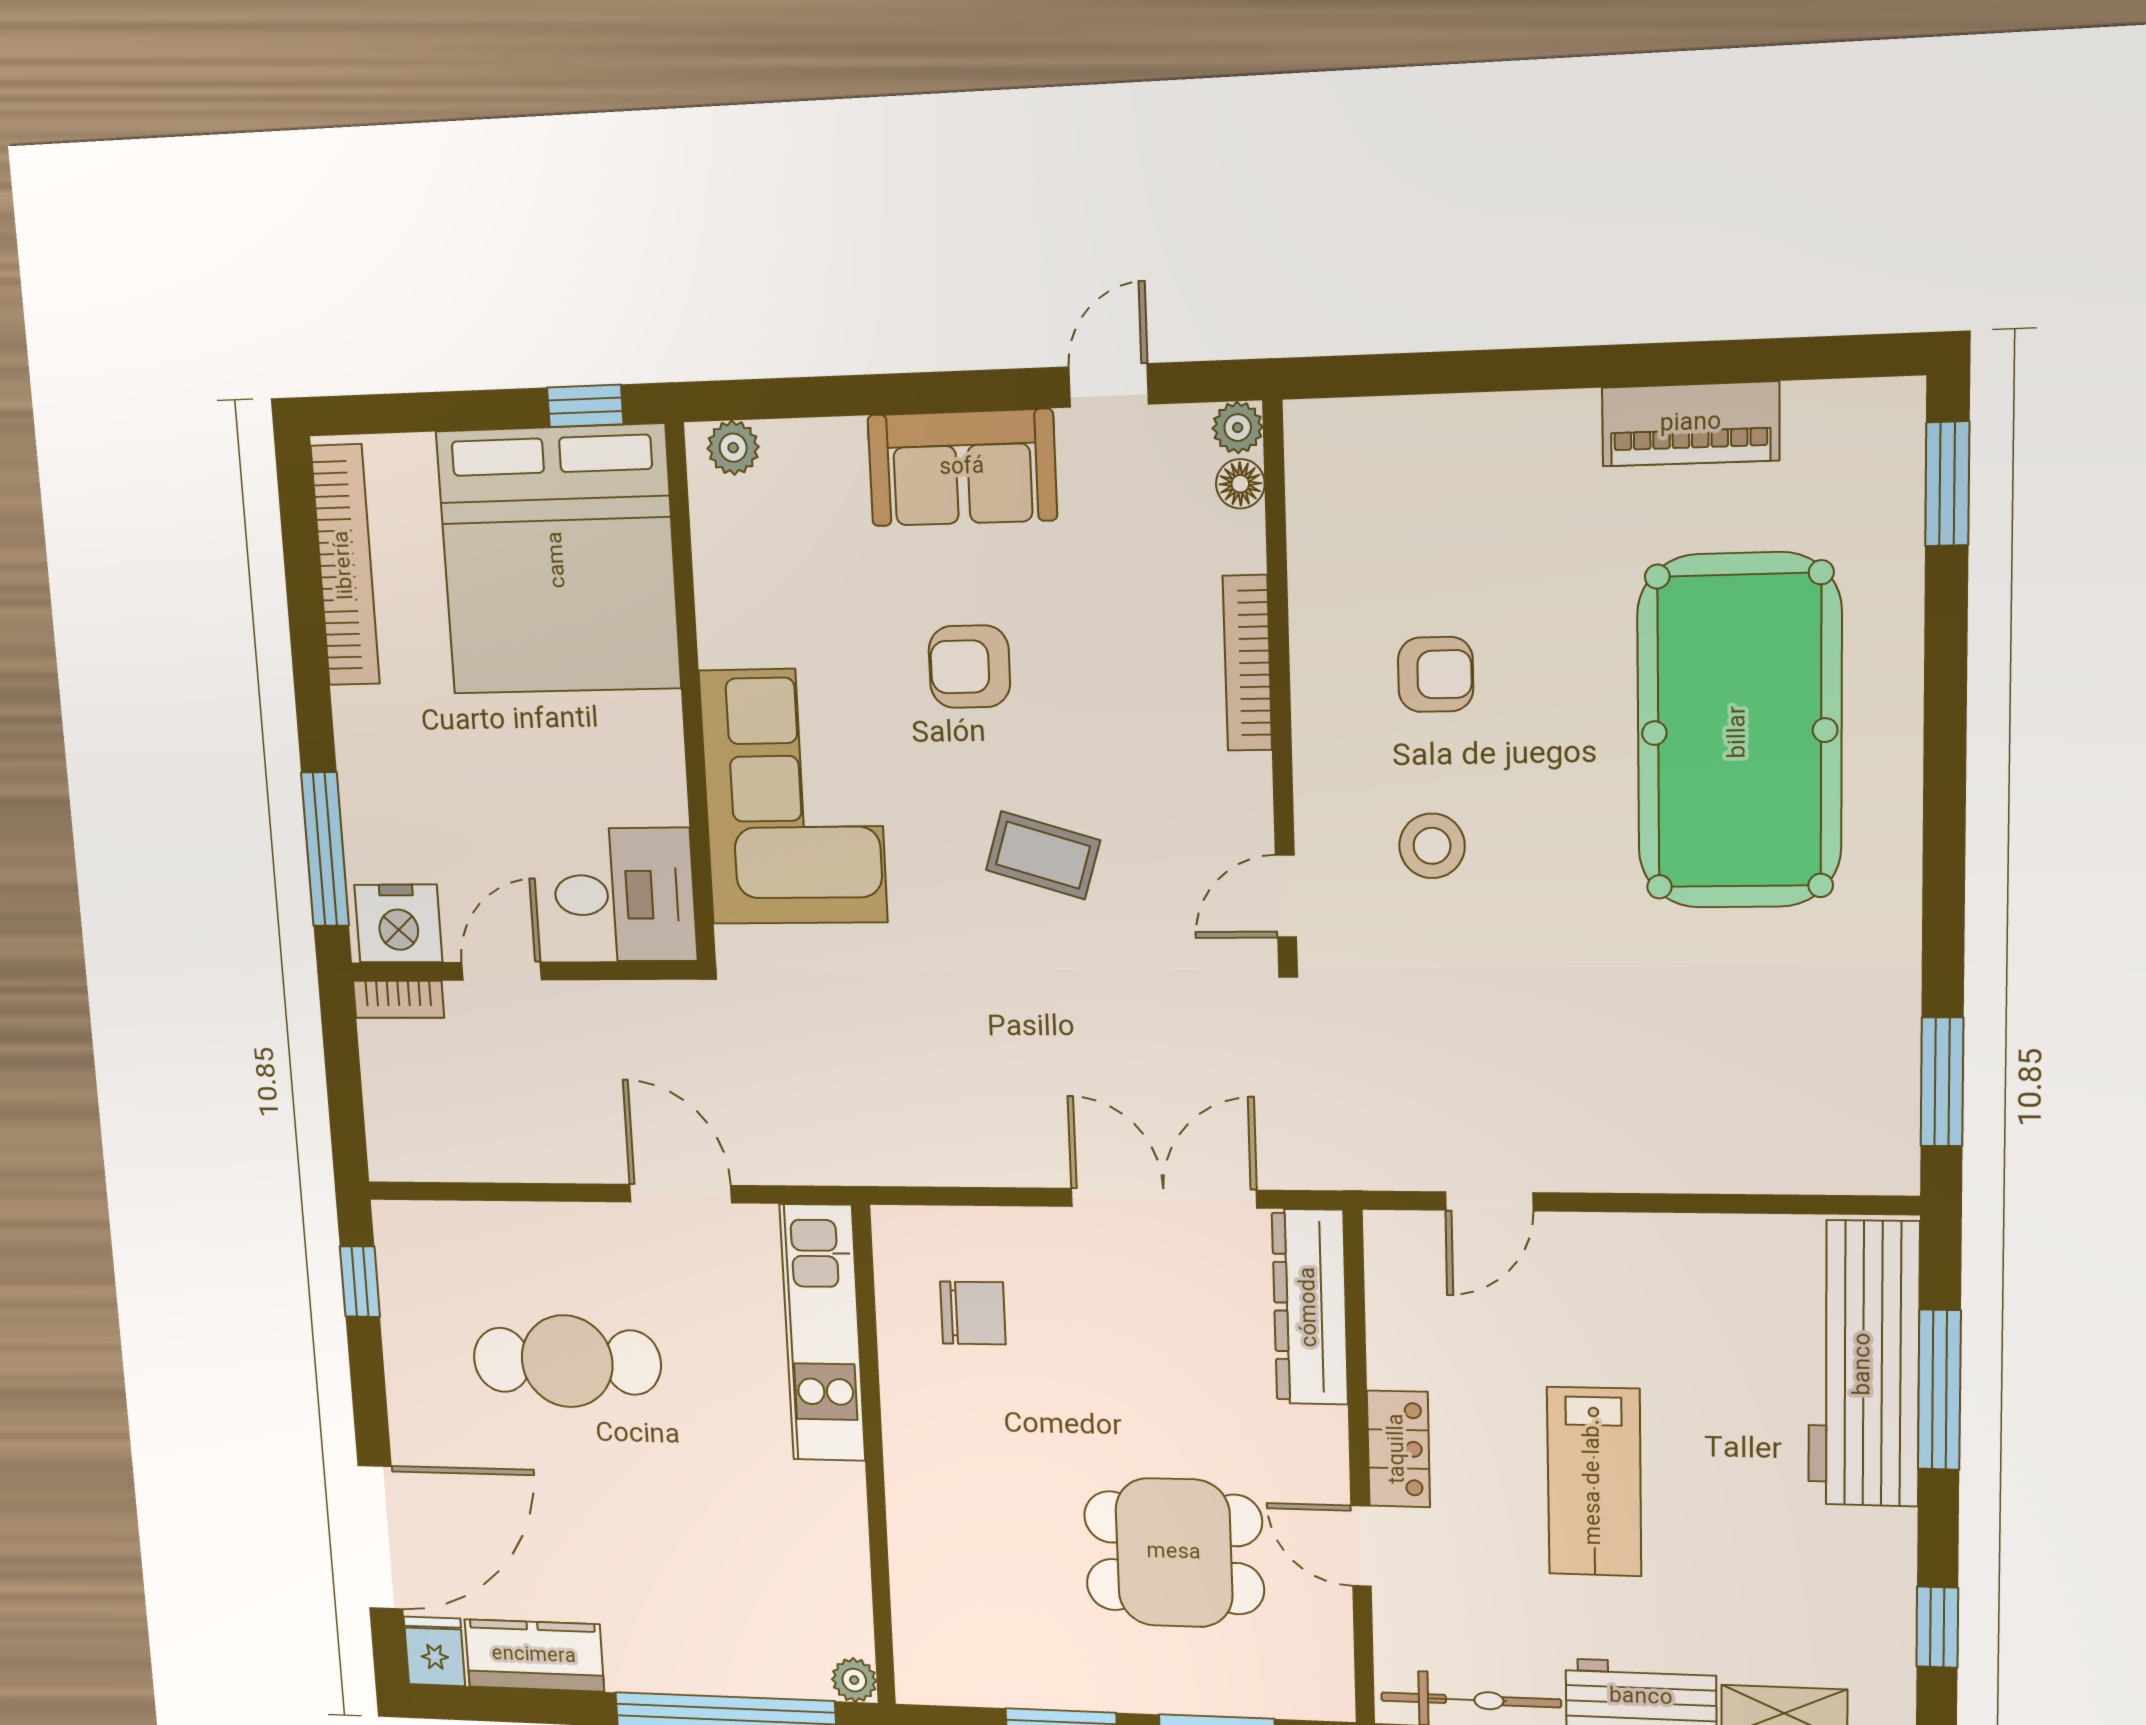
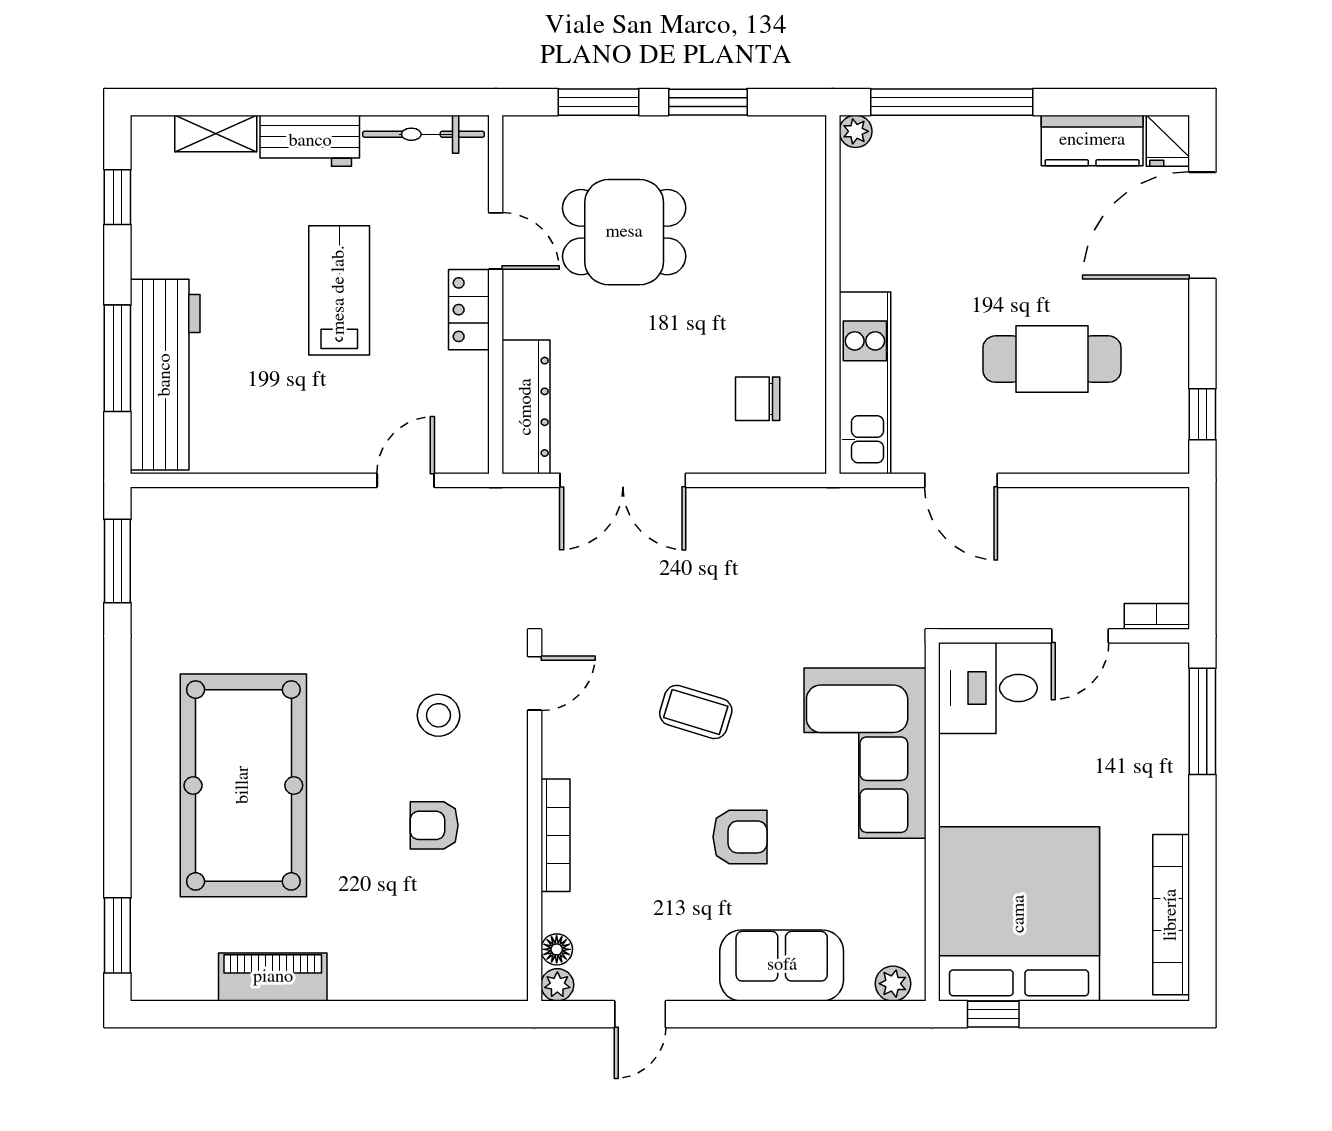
sofa: (962, 468) -> (782, 965), moved
nightstand: (398, 923) -> (1153, 669), removed

